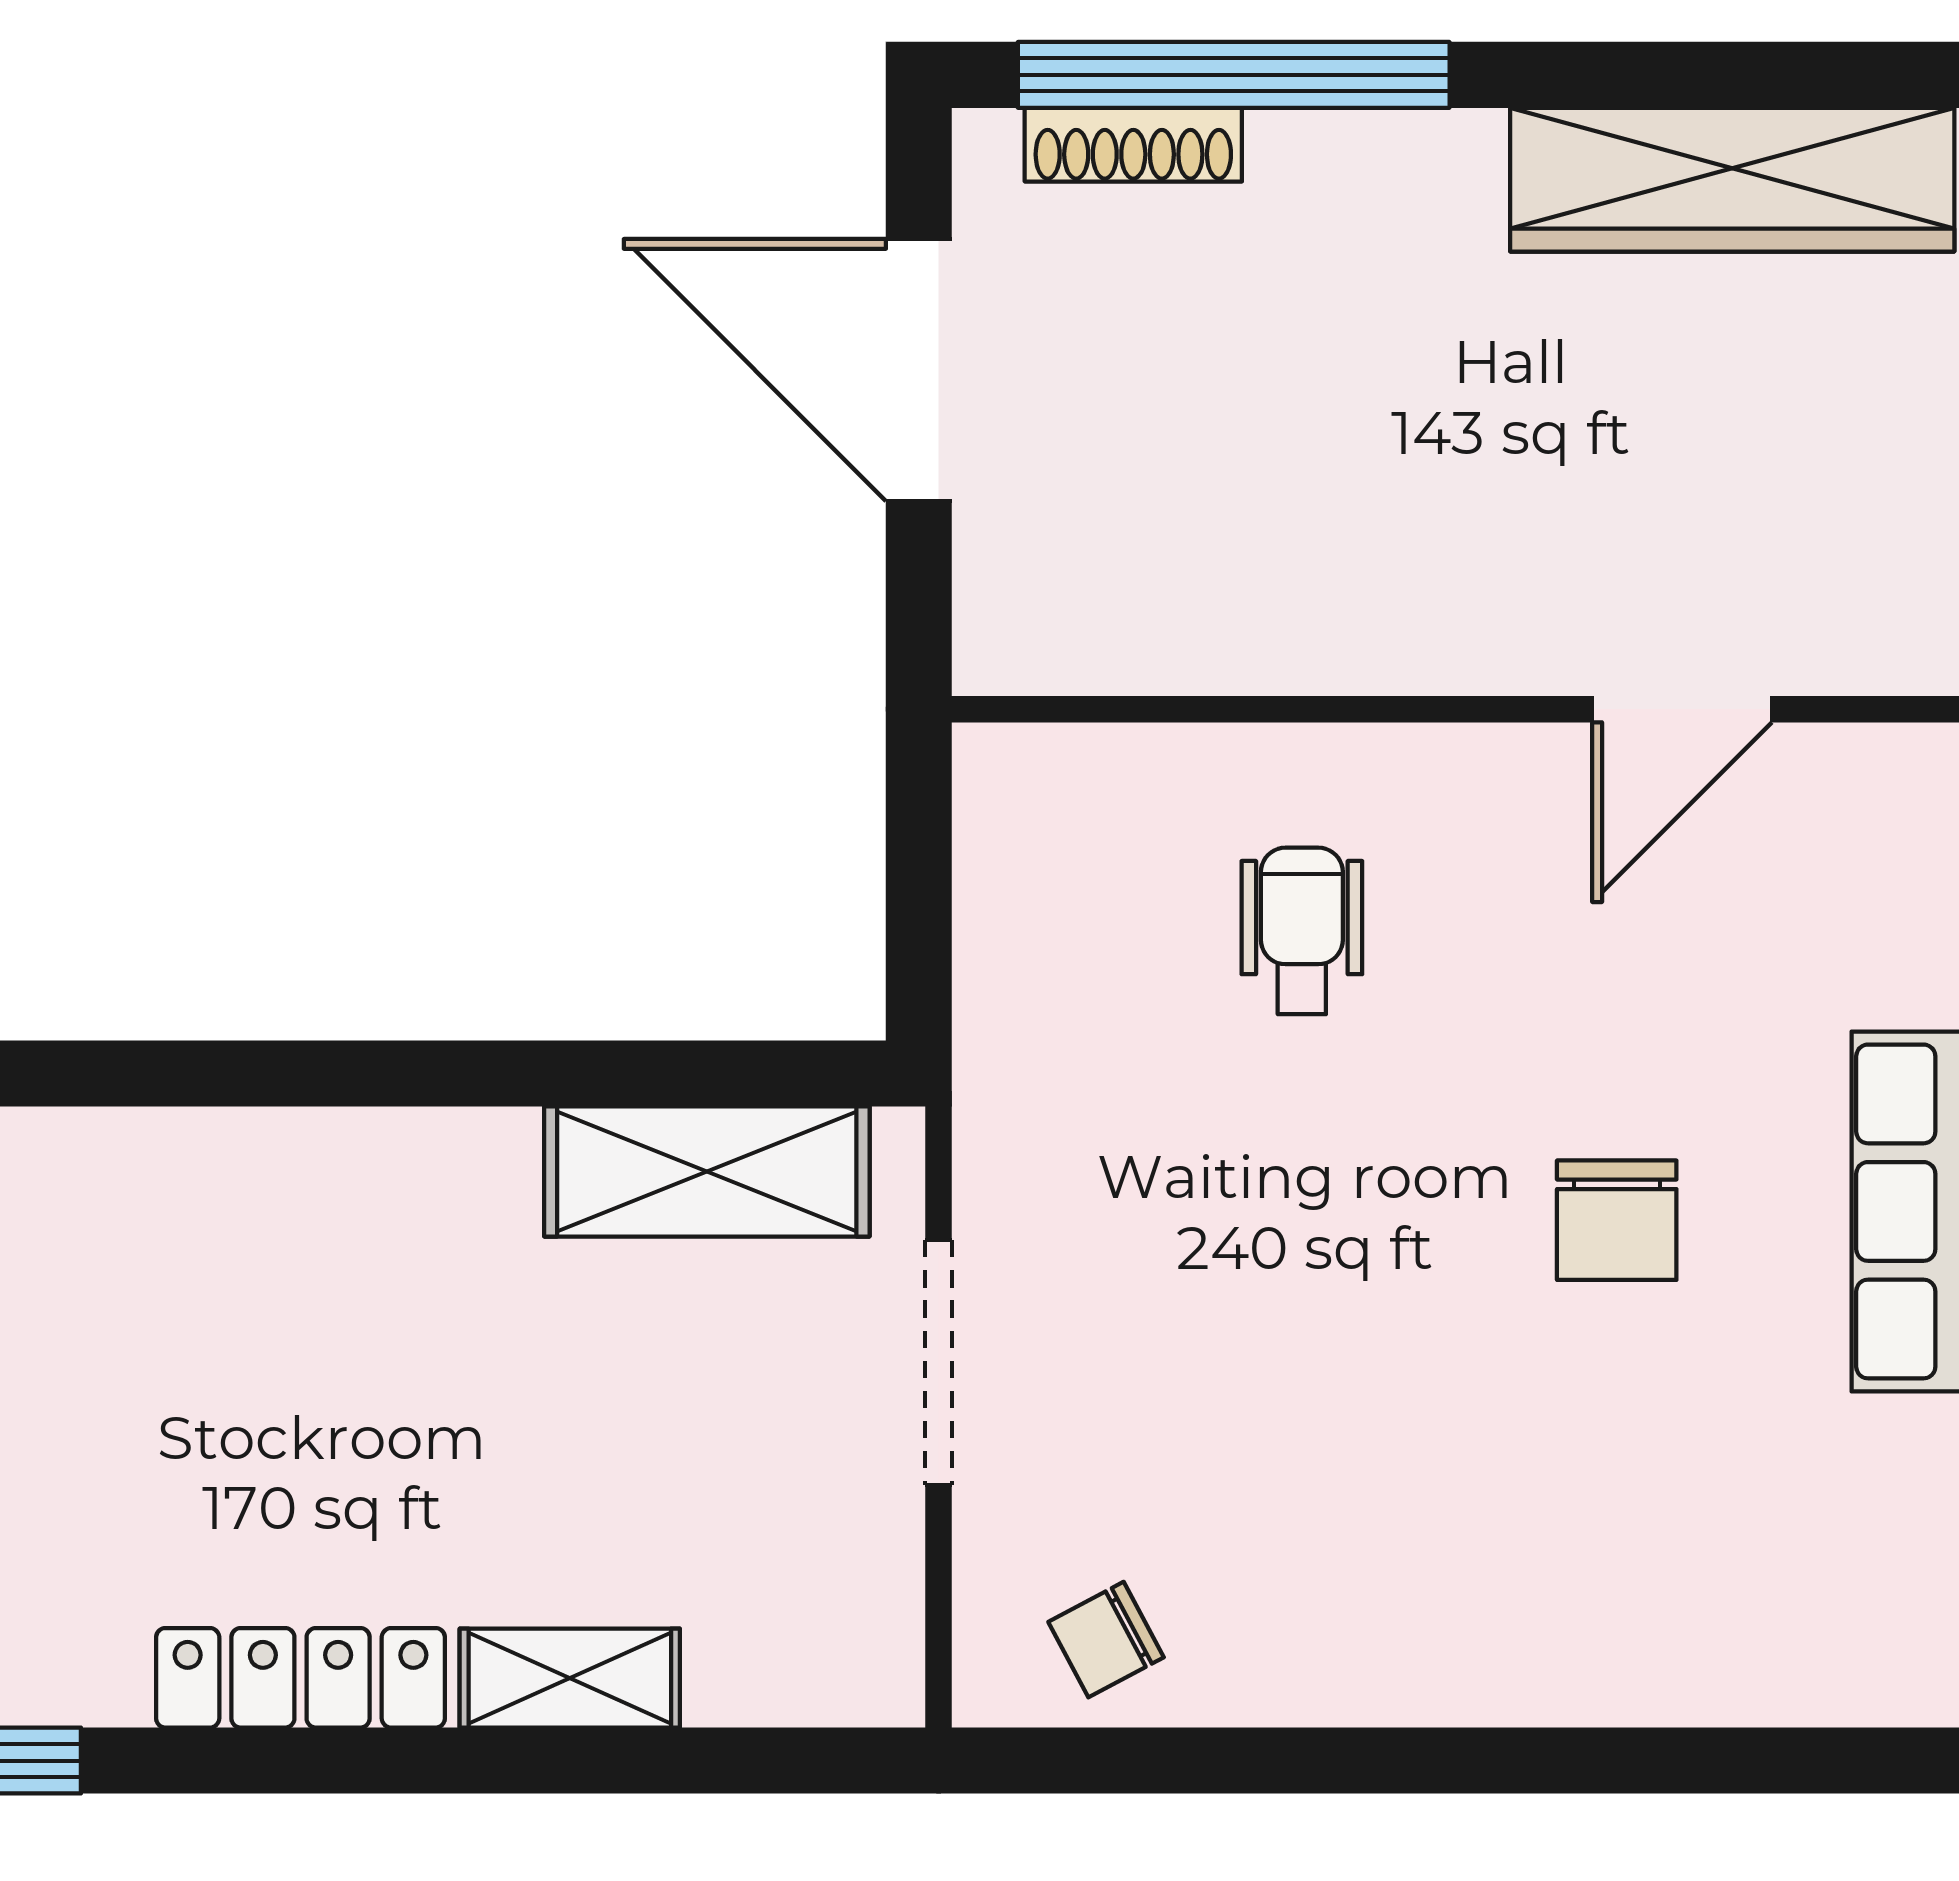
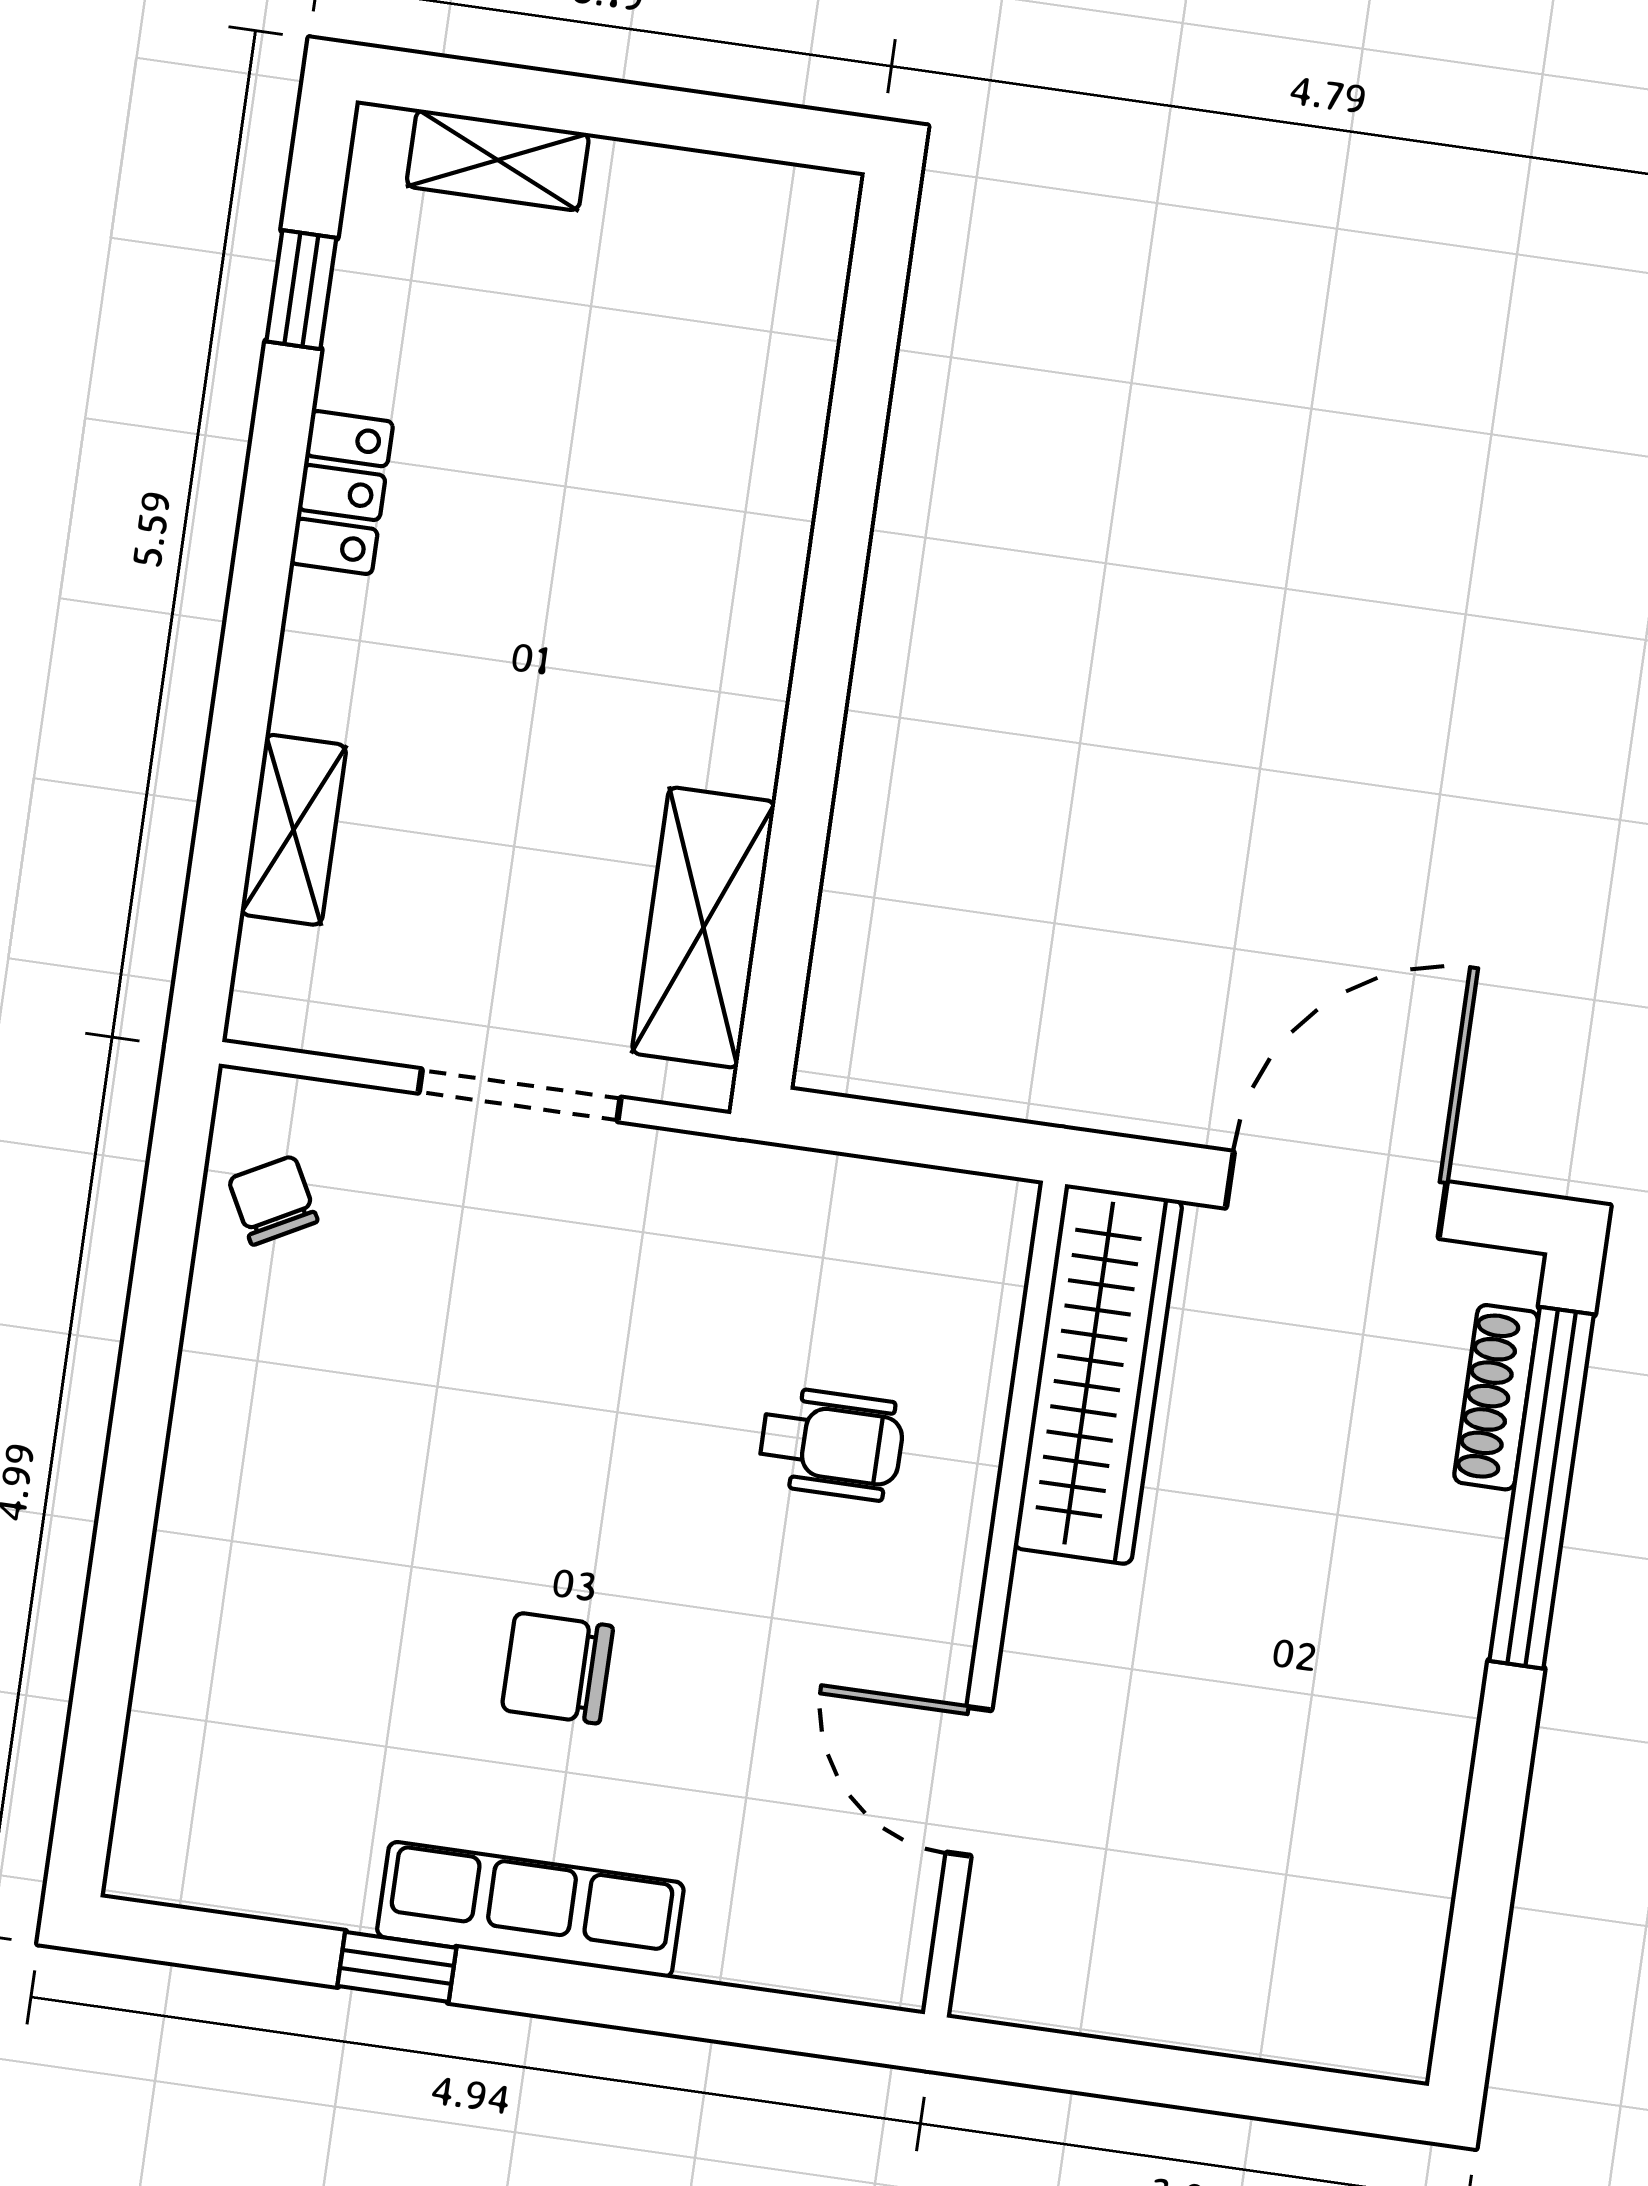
wardrobe: (1732, 180) -> (1098, 1374), moved, turned 180
locker: (301, 1678) -> (342, 492), width x0.66
shelving: (570, 1678) -> (294, 830), moved

